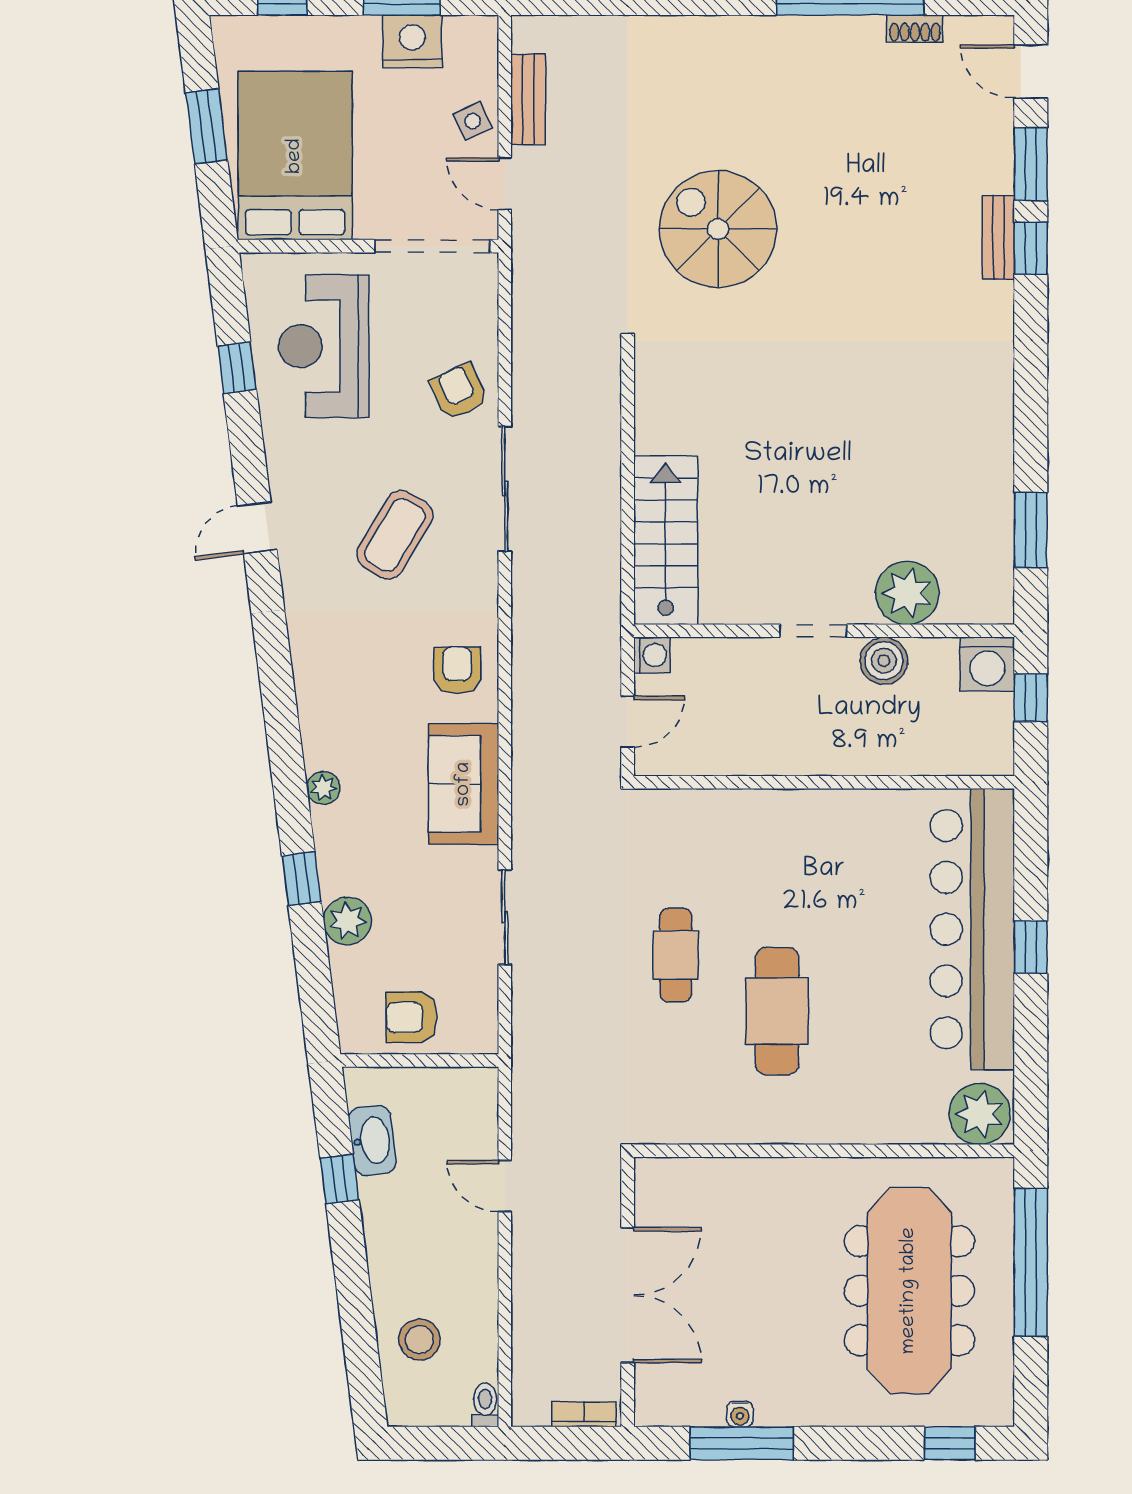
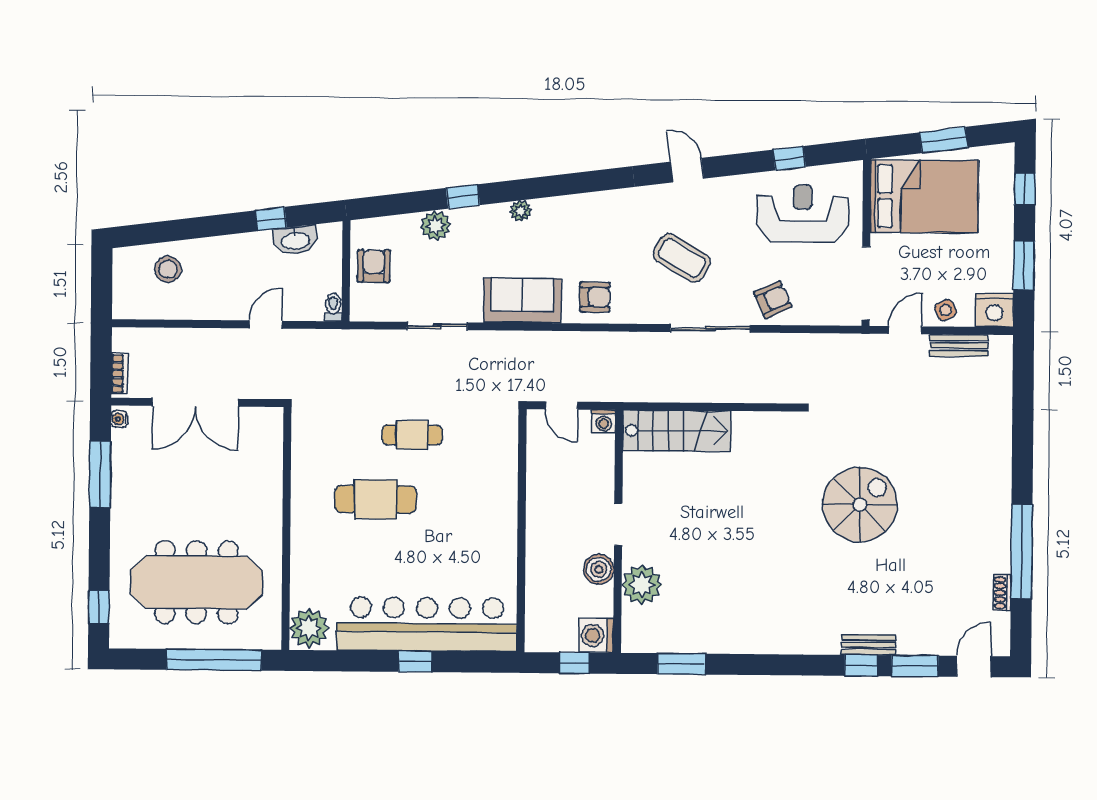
nightstand: (412, 41) -> (994, 310), moved, turned 90
spiral stairs: (718, 229) -> (860, 505), moved
toilet: (485, 1405) -> (333, 307), moved, turned -90
water cooler: (740, 1414) -> (119, 419), moved

